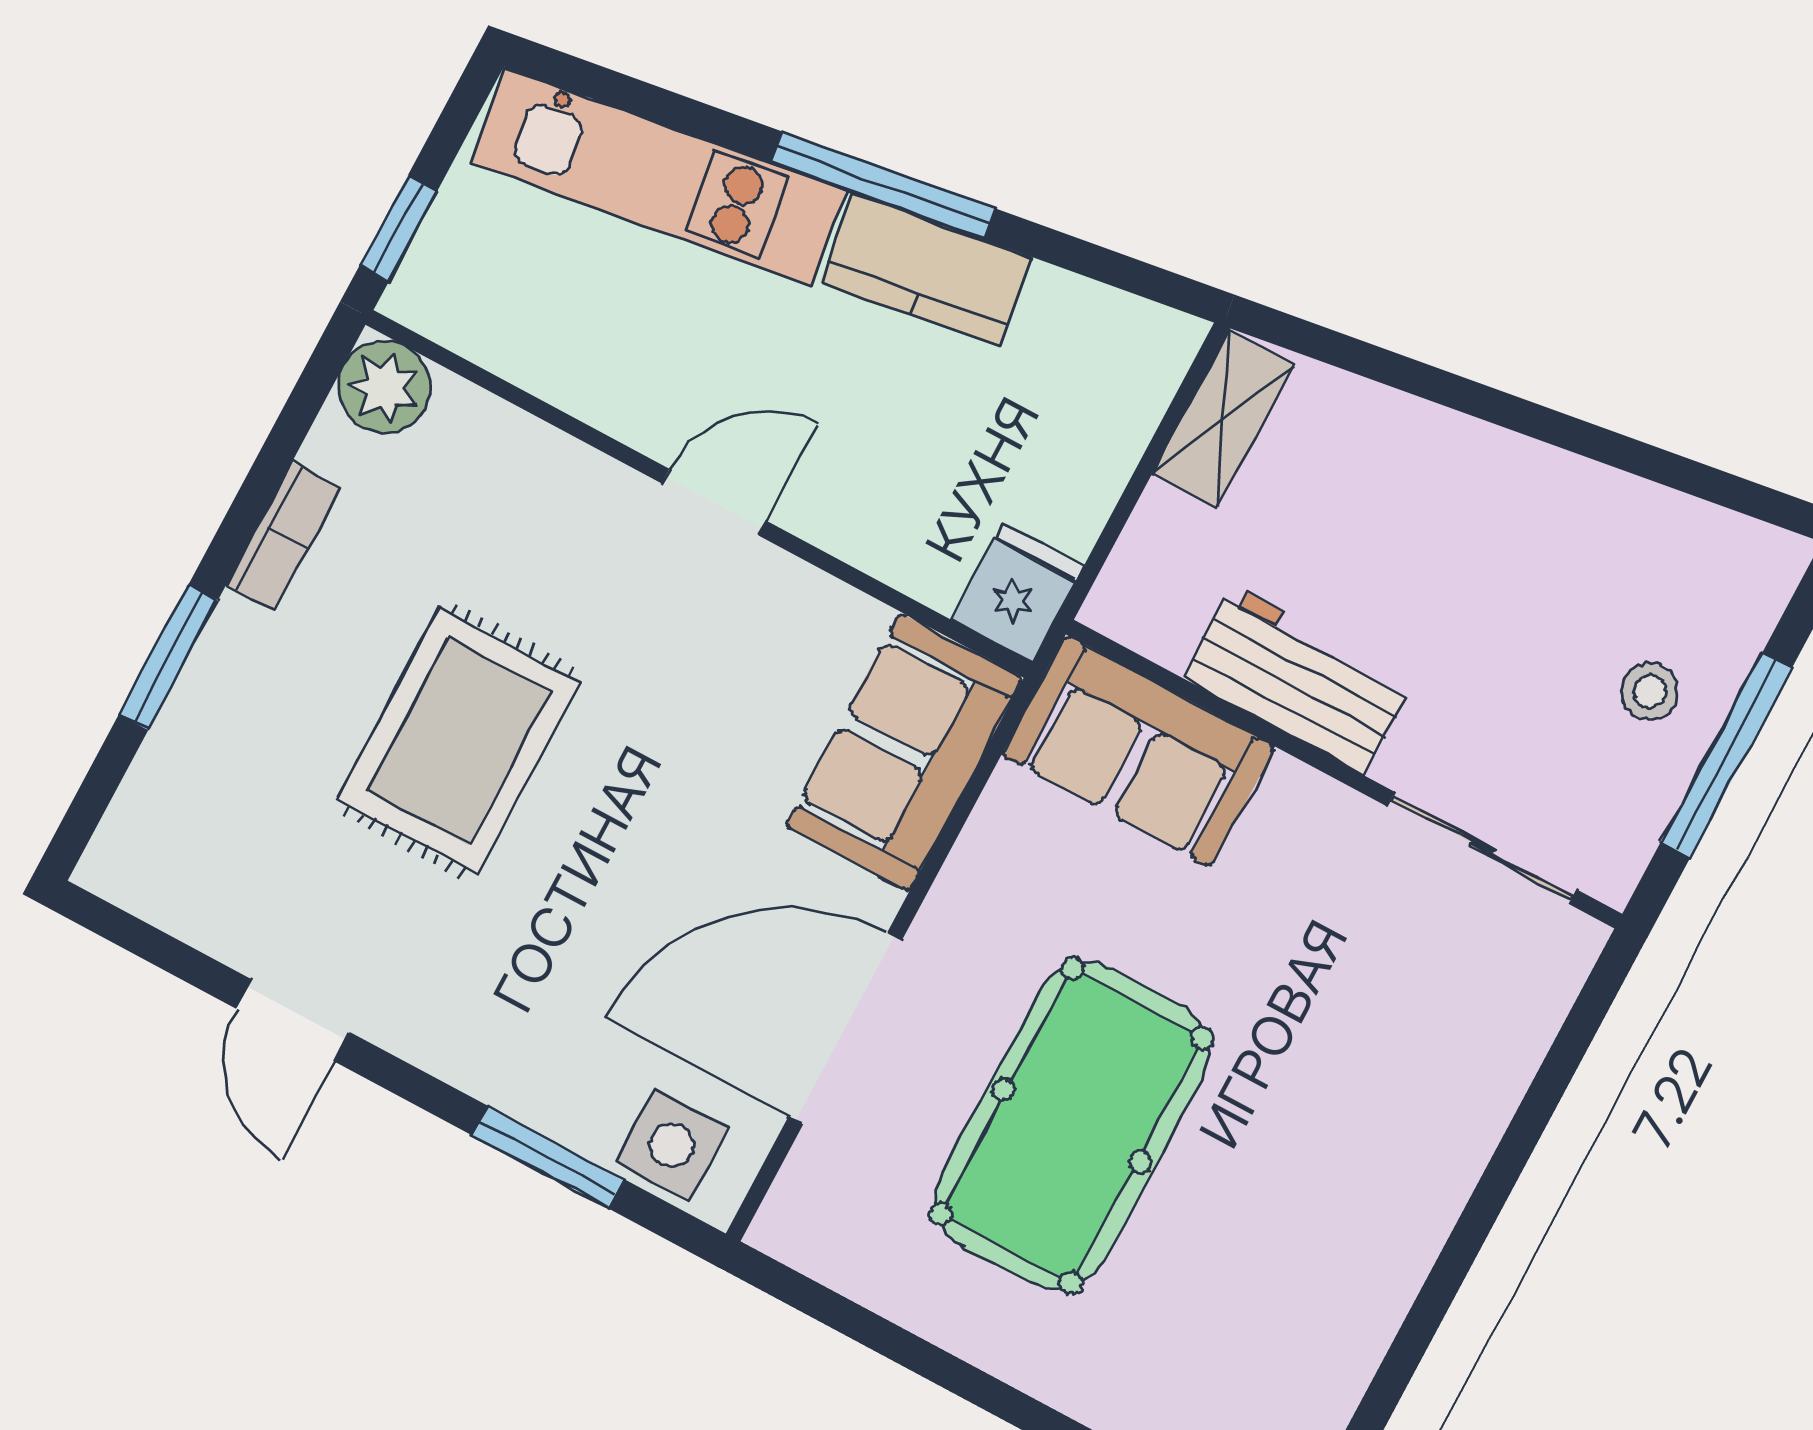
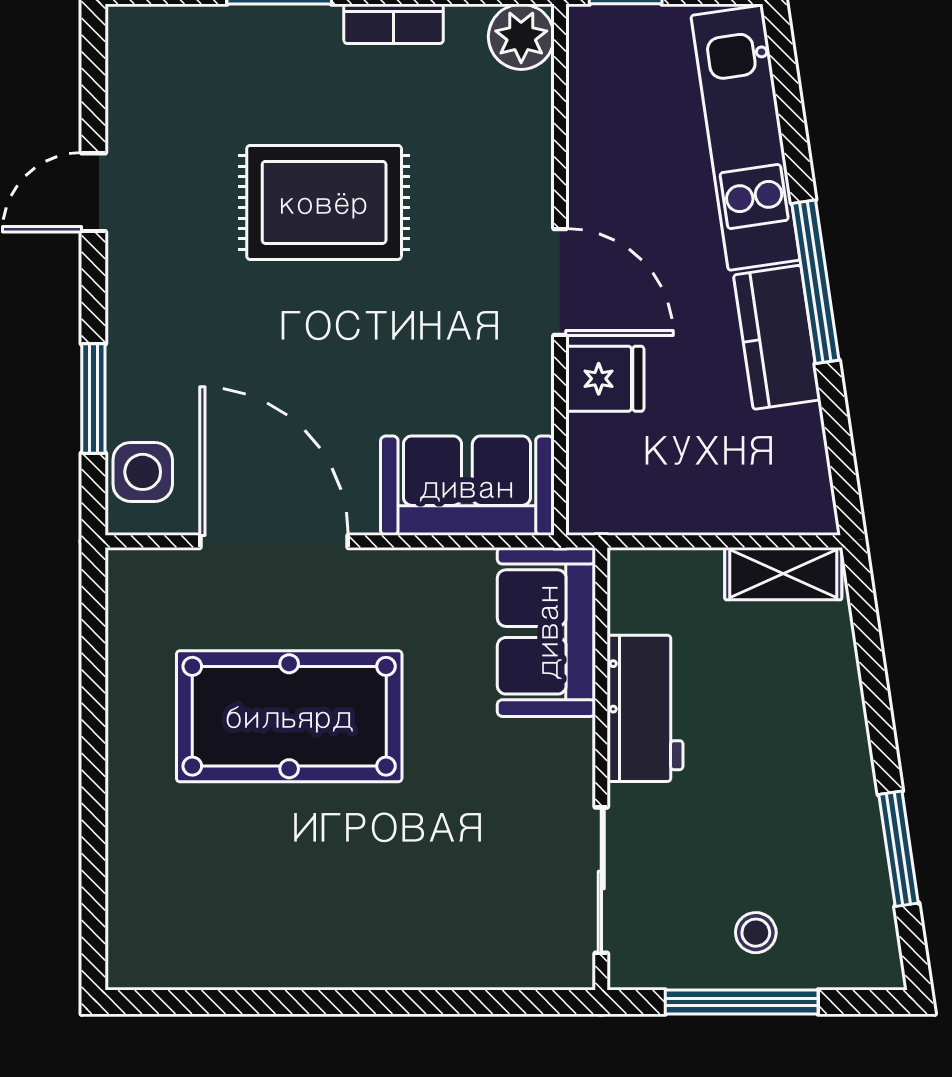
window: (1641, 459) -> (899, 849), added
door: (714, 502) -> (560, 282), width x1.38
fridge: (1017, 593) -> (605, 379), moved

